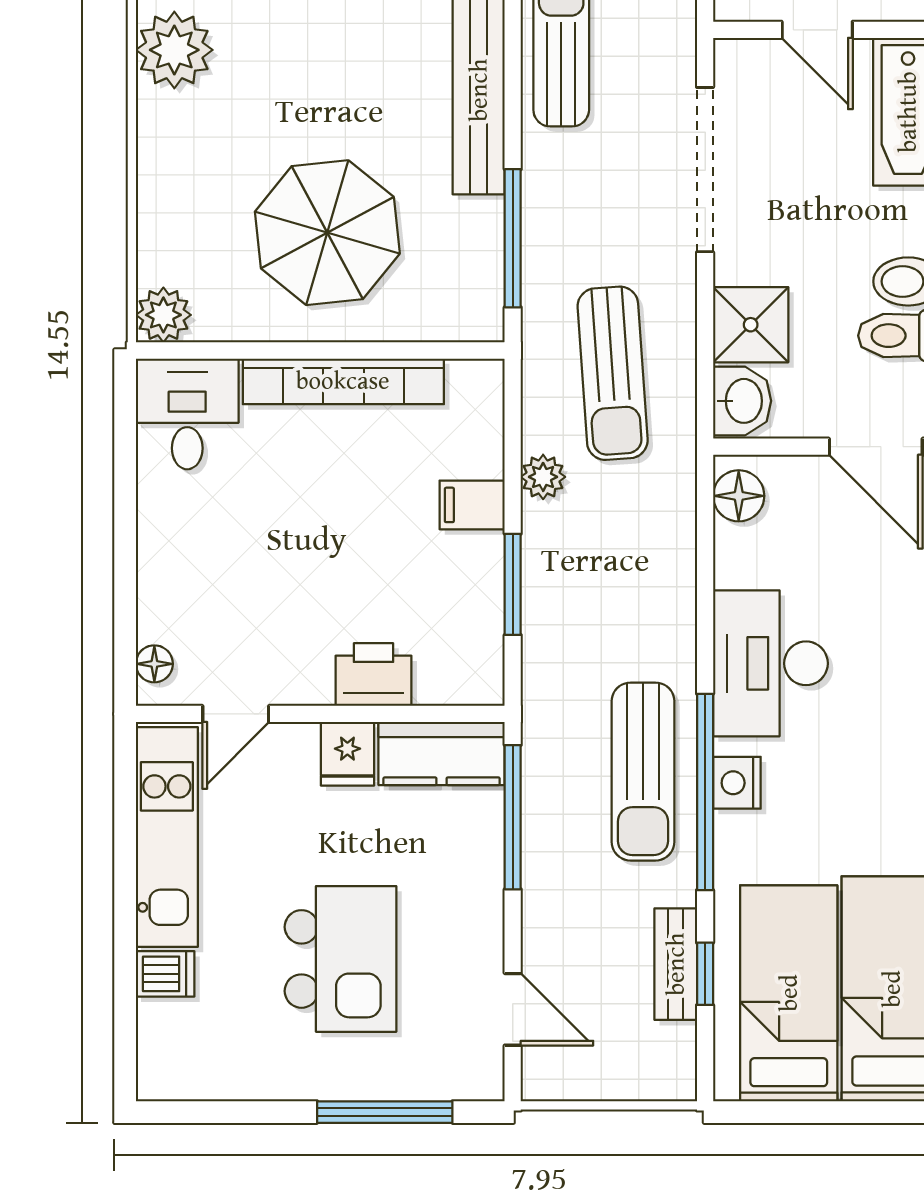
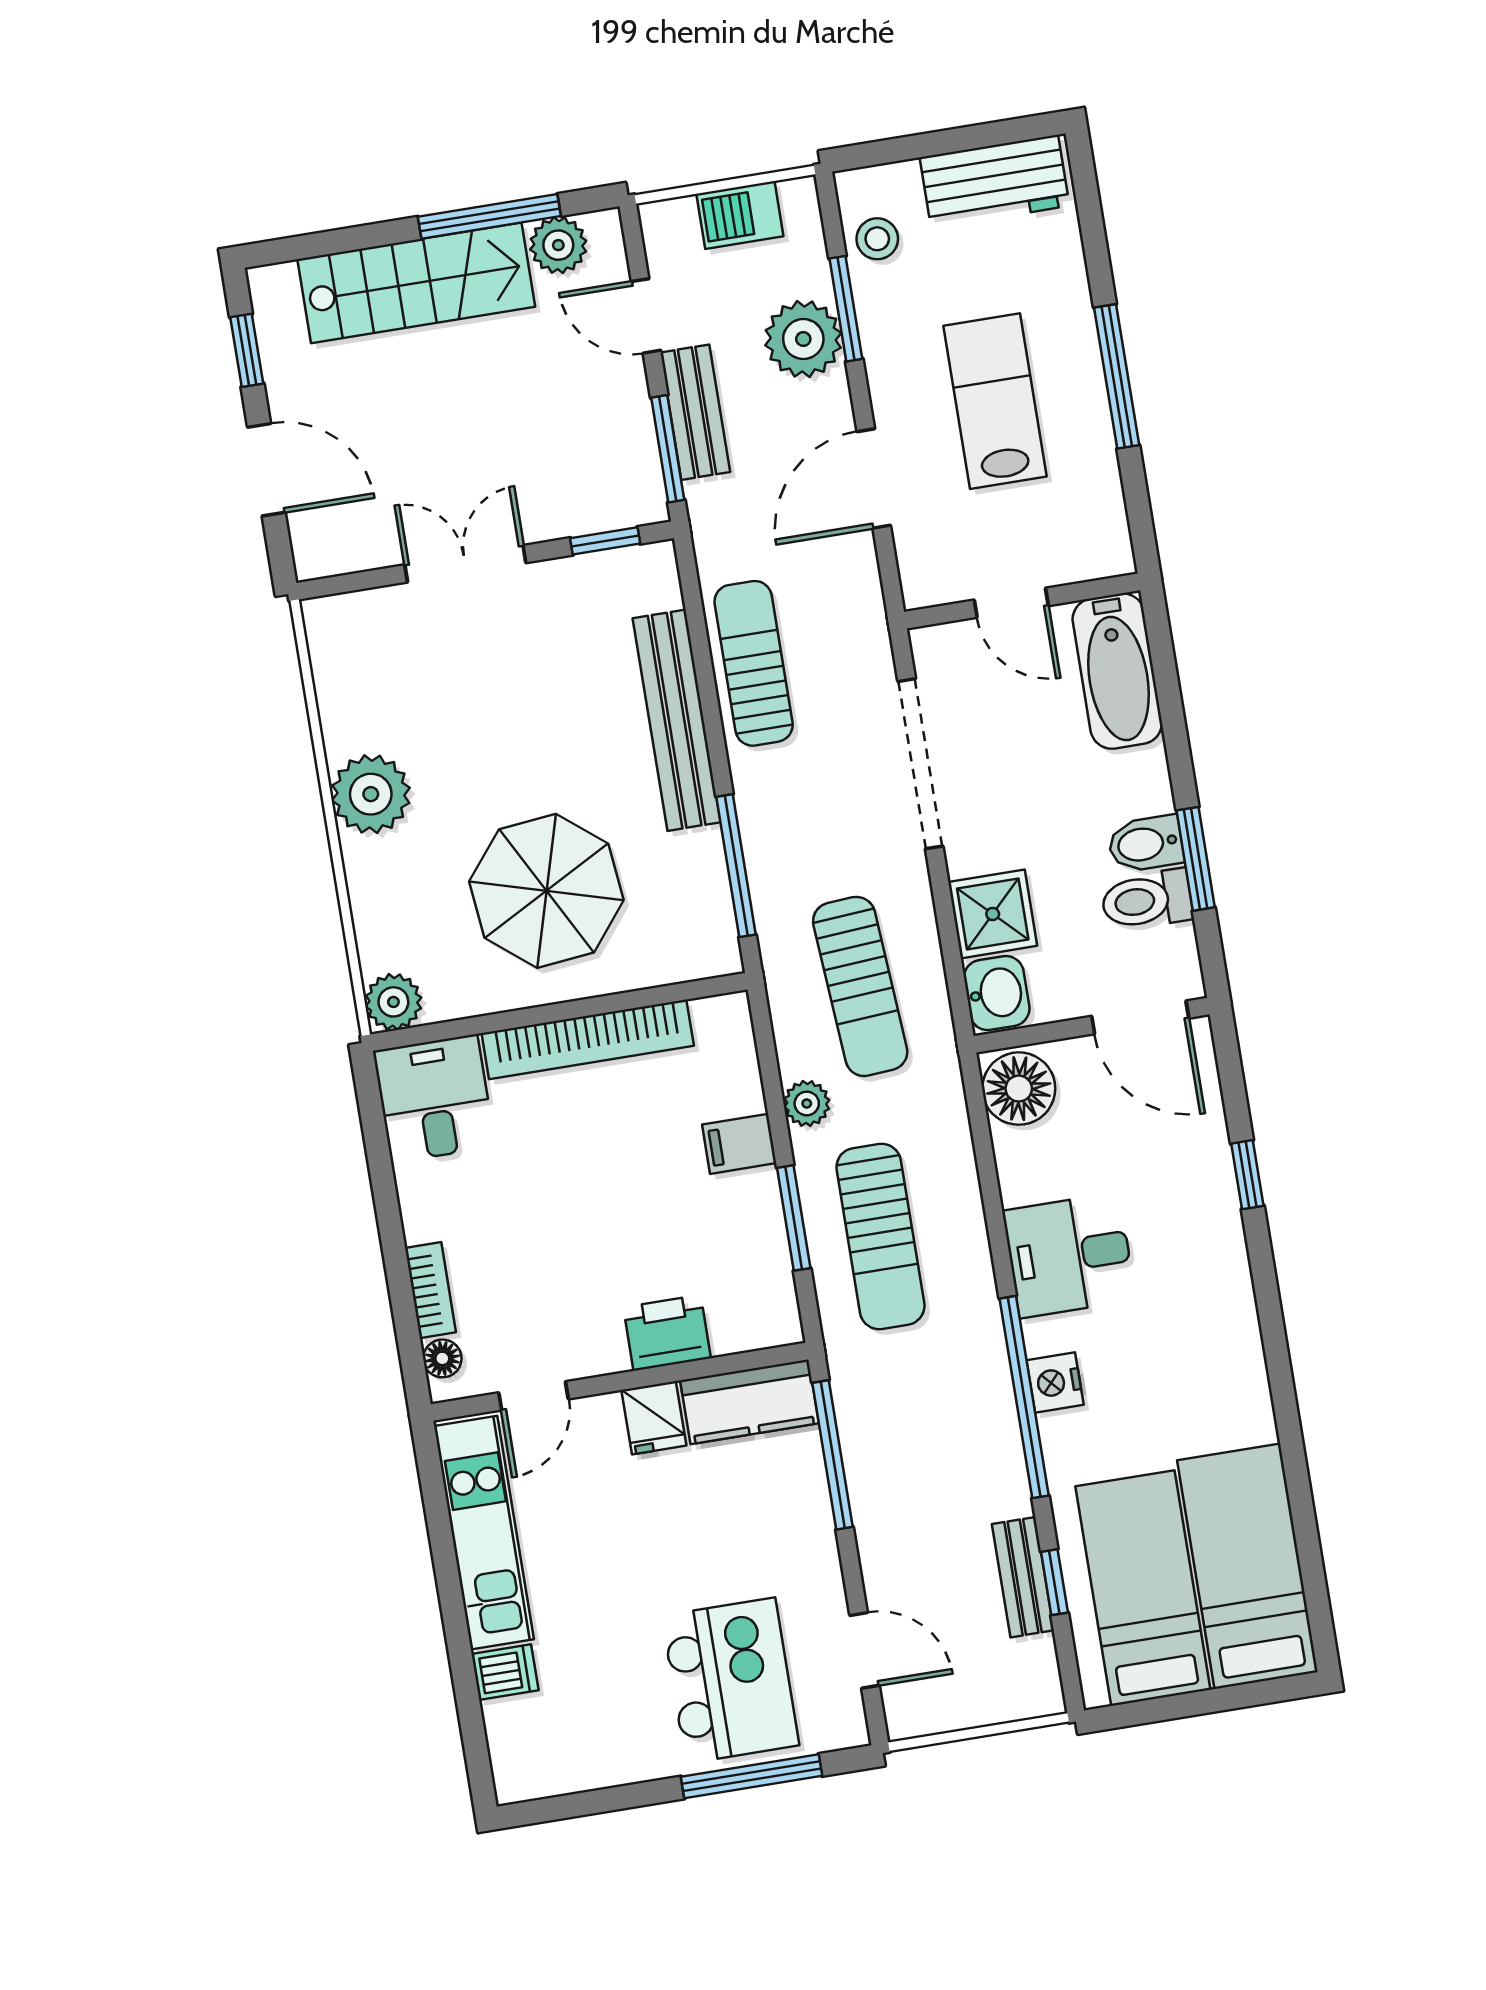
plant: (174, 50) -> (371, 794), moved
floor lamp: (739, 496) -> (1019, 1089), width x1.38, depth x1.38
bookcase: (154, 597) -> (430, 1290), added
desk: (770, 663) -> (1069, 1255), width x0.73
sun lounger: (643, 772) -> (880, 1237), moved
kitchen island: (341, 959) -> (730, 1681), moved

